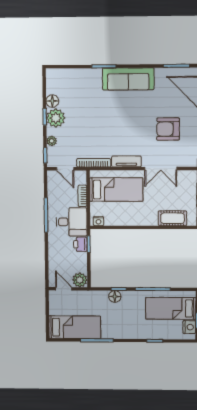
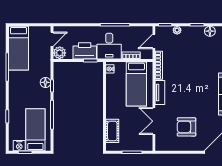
plant: (56, 118) -> (196, 34), removed
armchair: (168, 129) -> (186, 127), turned -90
printer: (80, 244) -> (85, 51), width x1.87, depth x1.48

